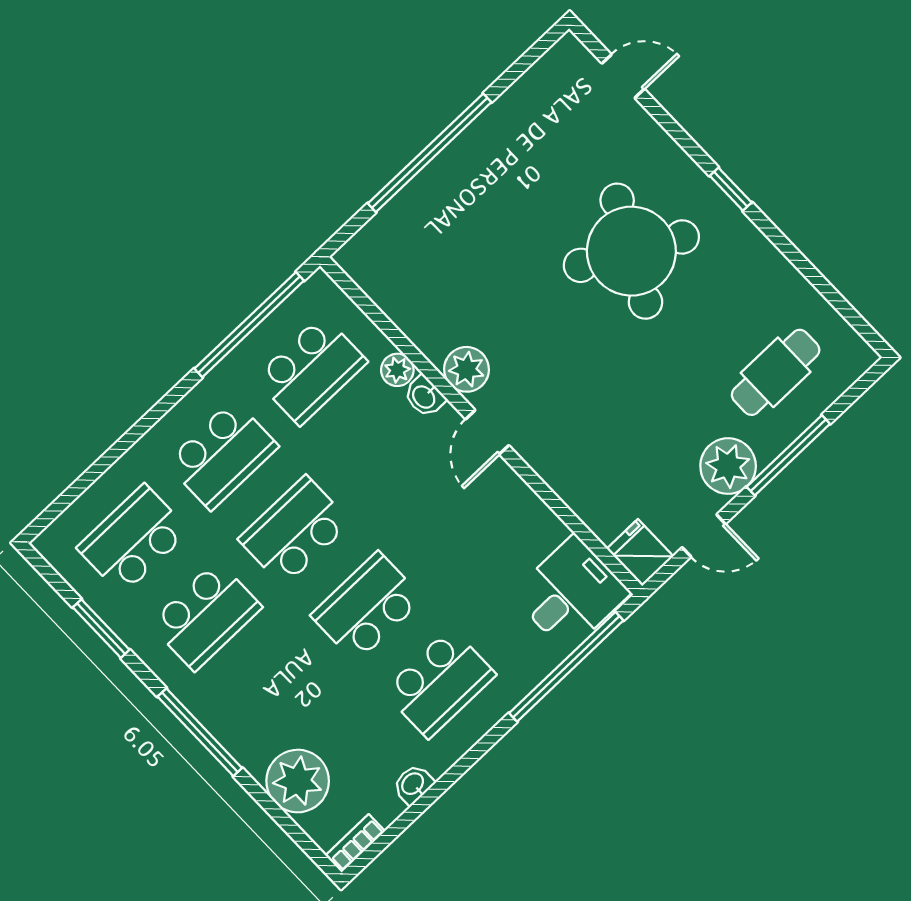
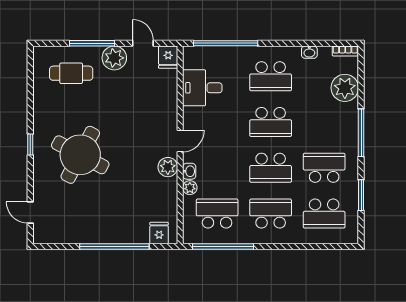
fridge: (377, 246) -> (159, 233), added
desk: (571, 594) -> (202, 88), moved
school desk: (440, 683) -> (271, 76), turned 180

